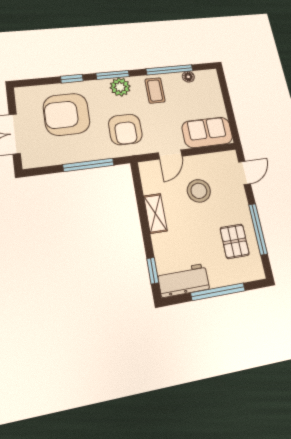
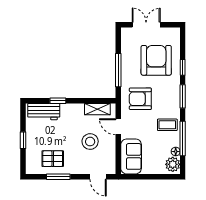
plant: (120, 87) -> (173, 164), moved
shelving: (155, 213) -> (97, 109), moved
window: (258, 229) -> (58, 177), width x0.69
window: (153, 271) -> (58, 101), moved
workbench: (183, 280) -> (44, 112), moved, turned 90
window: (218, 292) -> (23, 140), width x0.46

